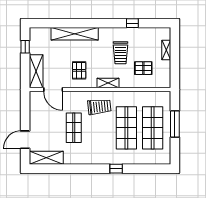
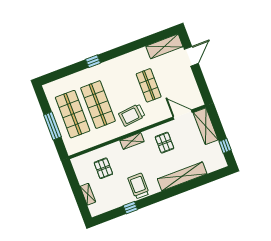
trolley: (121, 53) -> (138, 186), moved
pallet: (143, 68) -> (103, 168), turned 90

